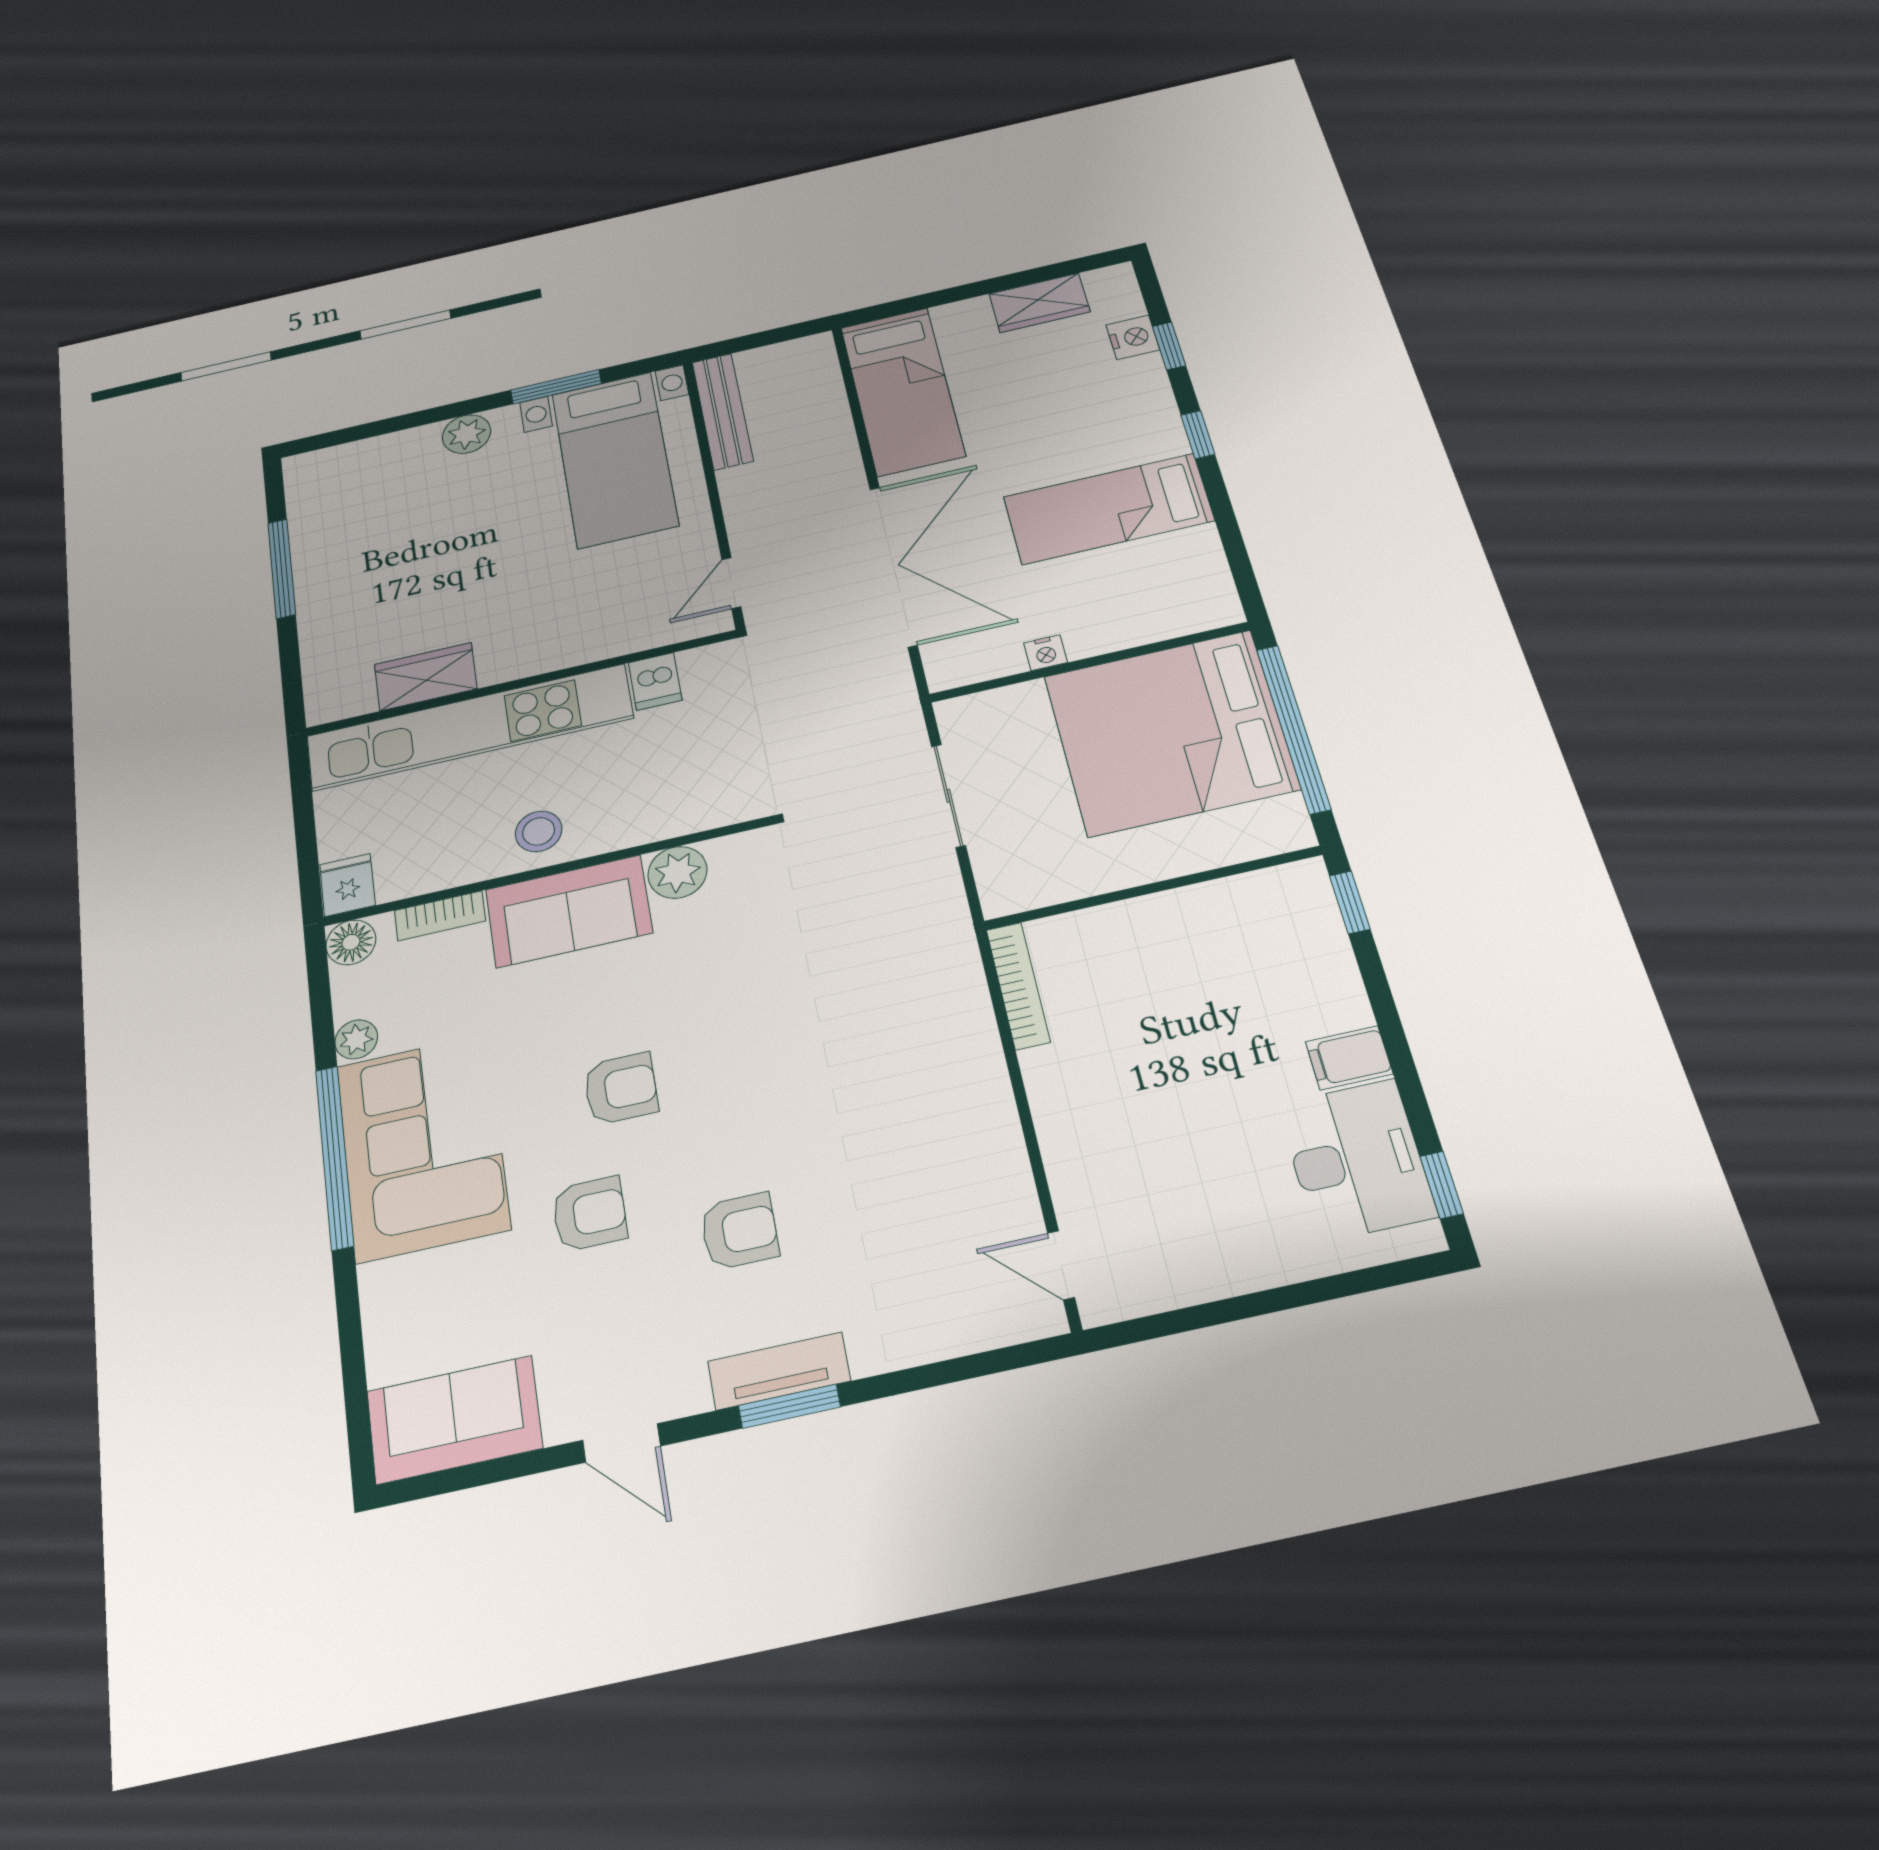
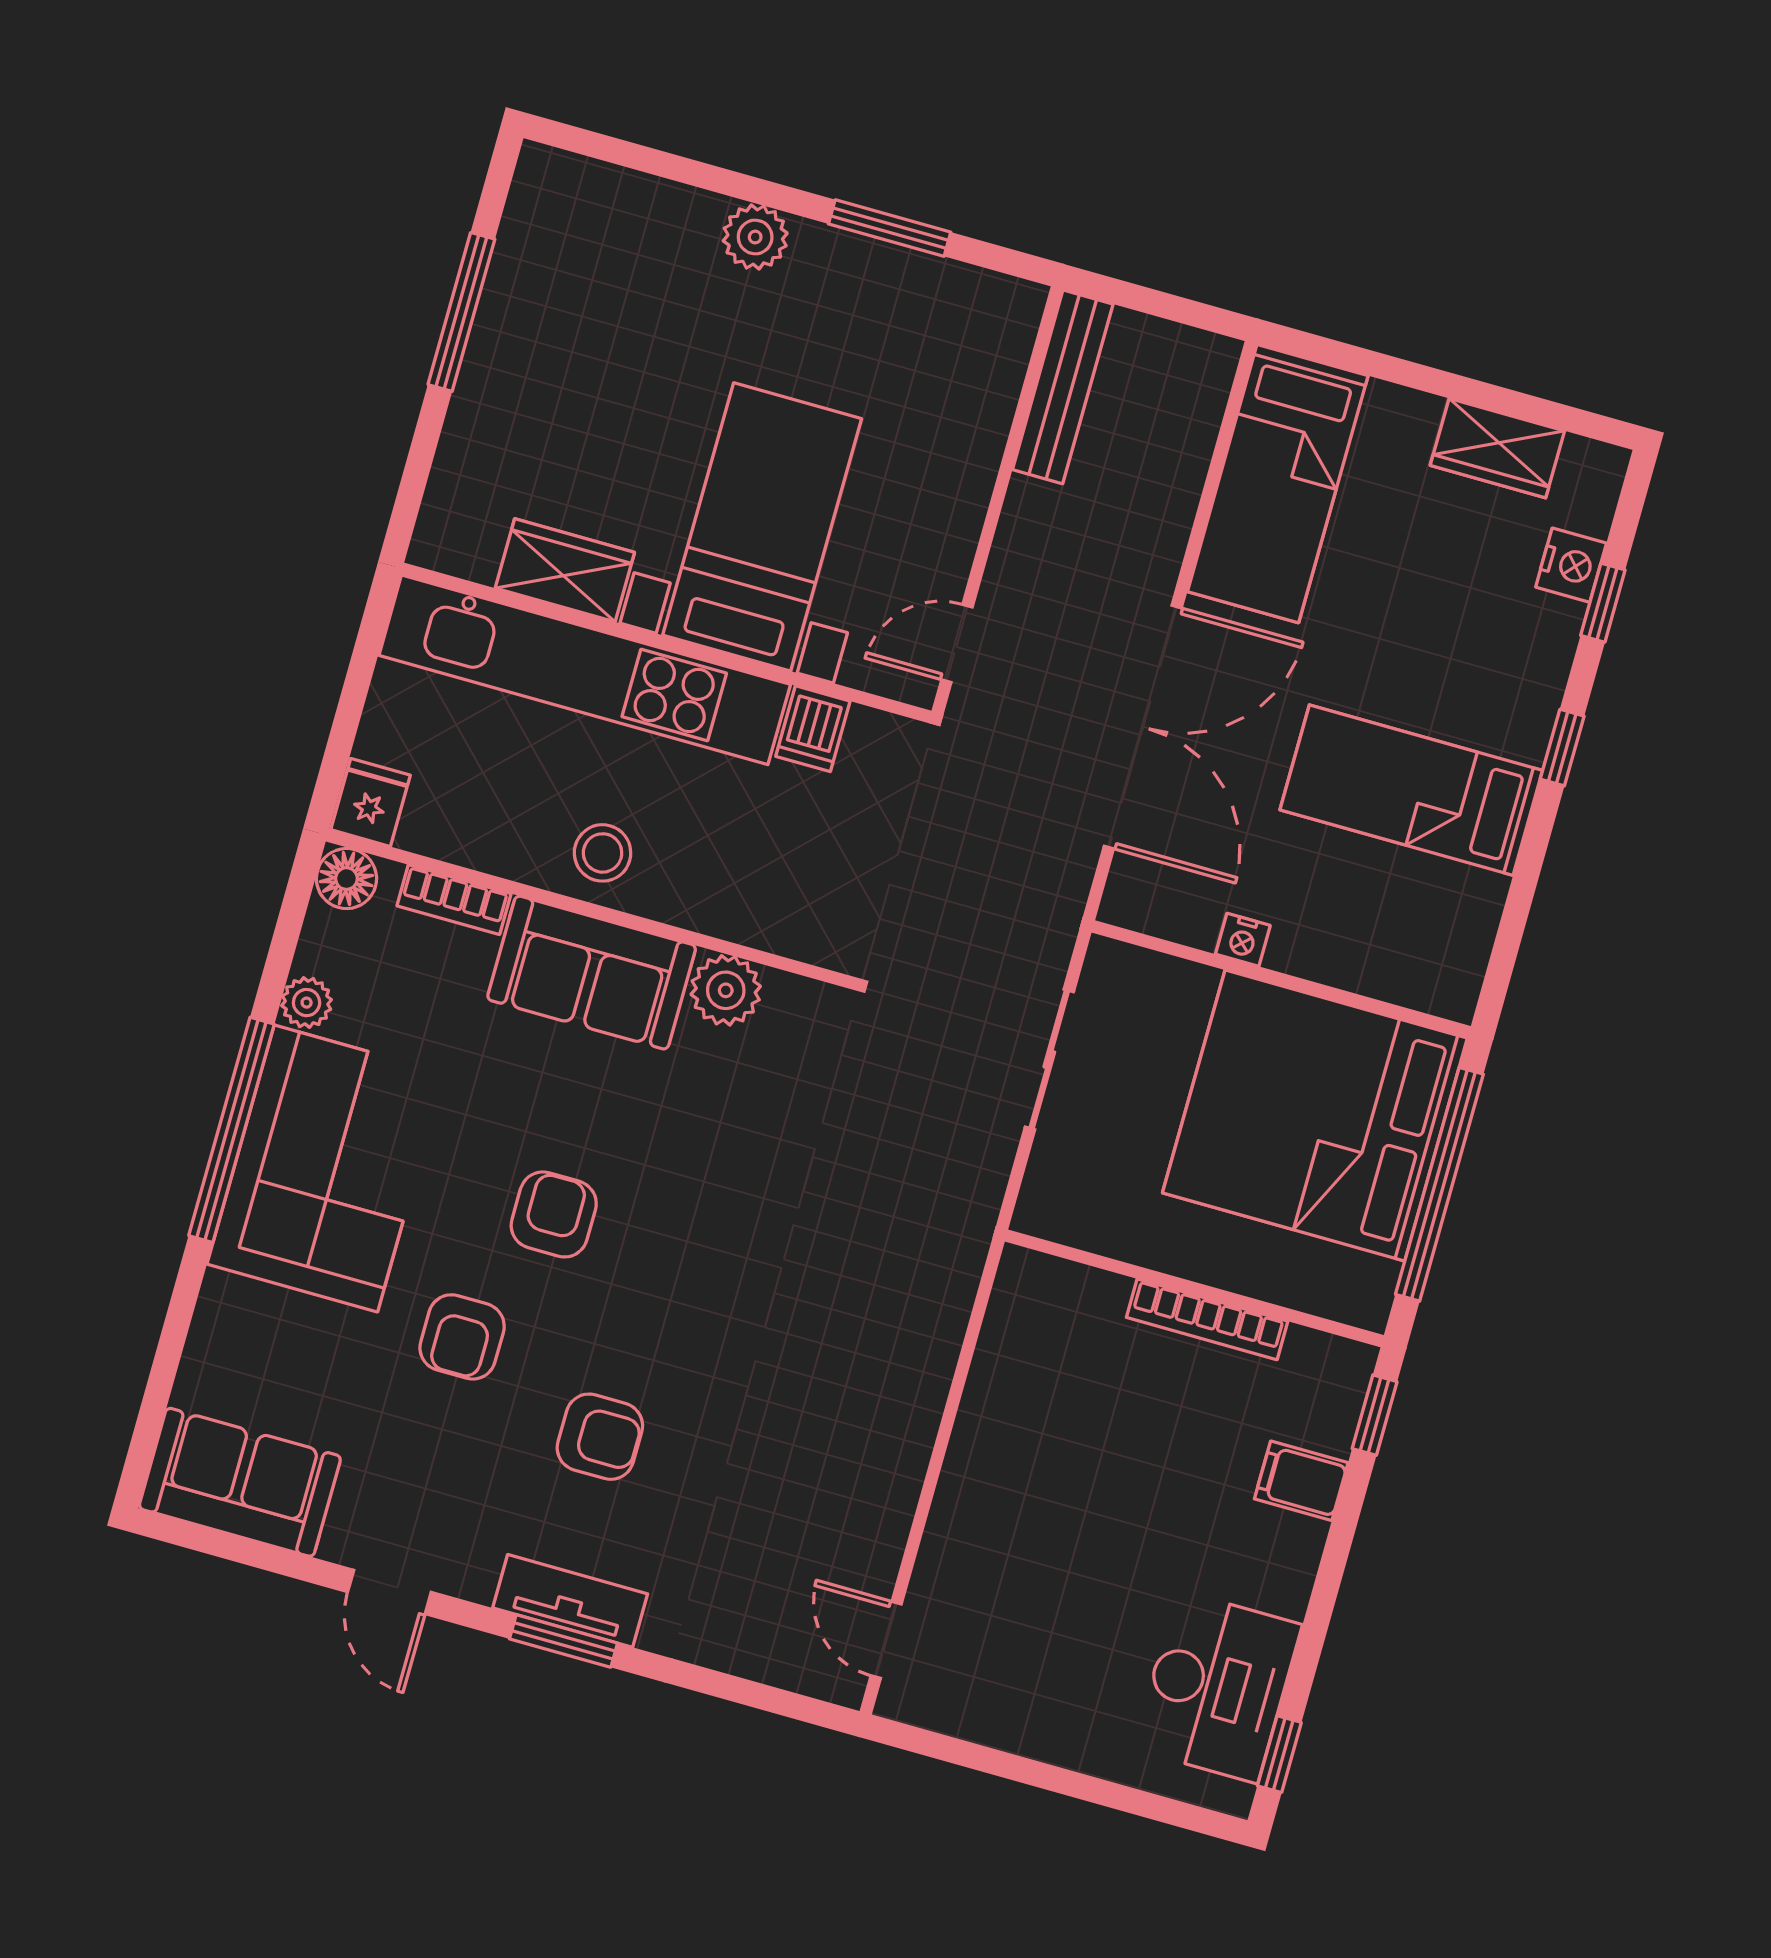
bed with nightstands: (615, 459) -> (762, 527), moved, turned 180
bookcase: (1018, 986) -> (1207, 1319), moved, turned 90
filing cabinet: (1349, 1058) -> (1301, 1481), moved
armchair: (621, 1089) -> (554, 1214), turned -90
armchair: (590, 1214) -> (462, 1337), turned 90

